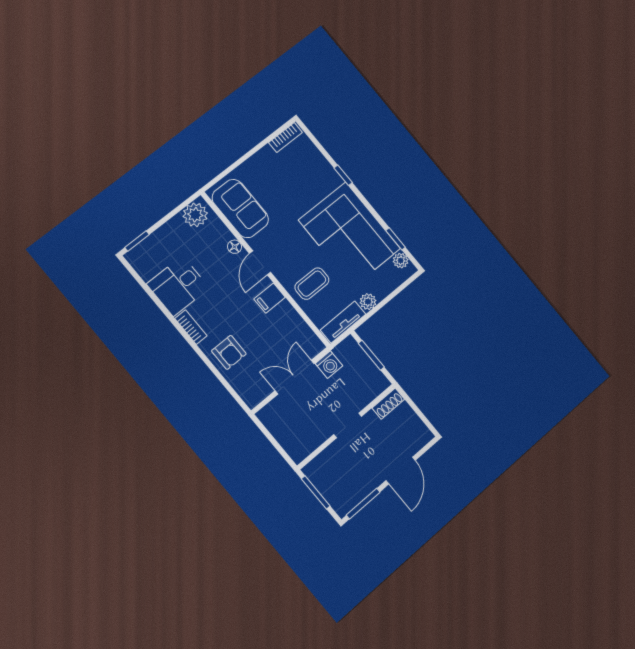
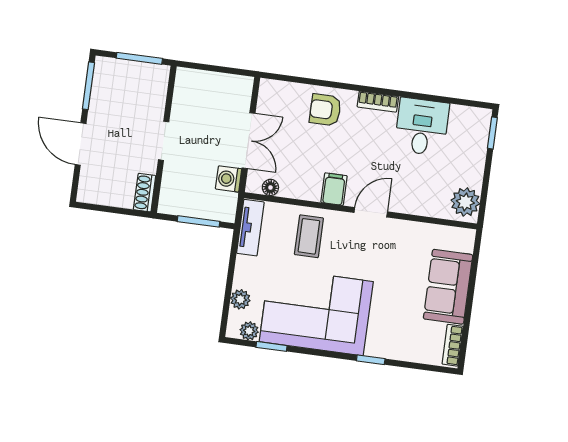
sofa: (240, 208) -> (448, 287), moved, turned 90
floor lamp: (235, 247) -> (270, 187), moved
door: (260, 263) -> (371, 212), hinge flipped
plant: (368, 302) -> (240, 299), moved

